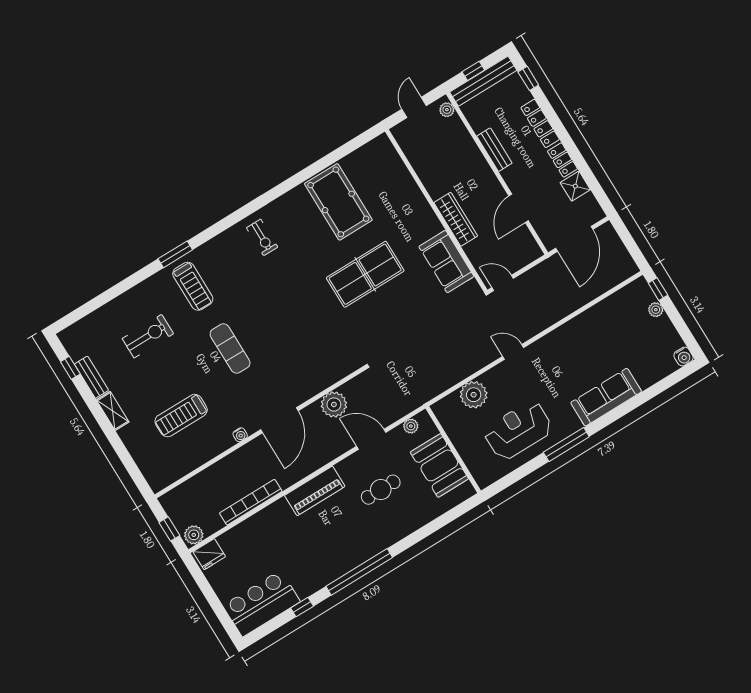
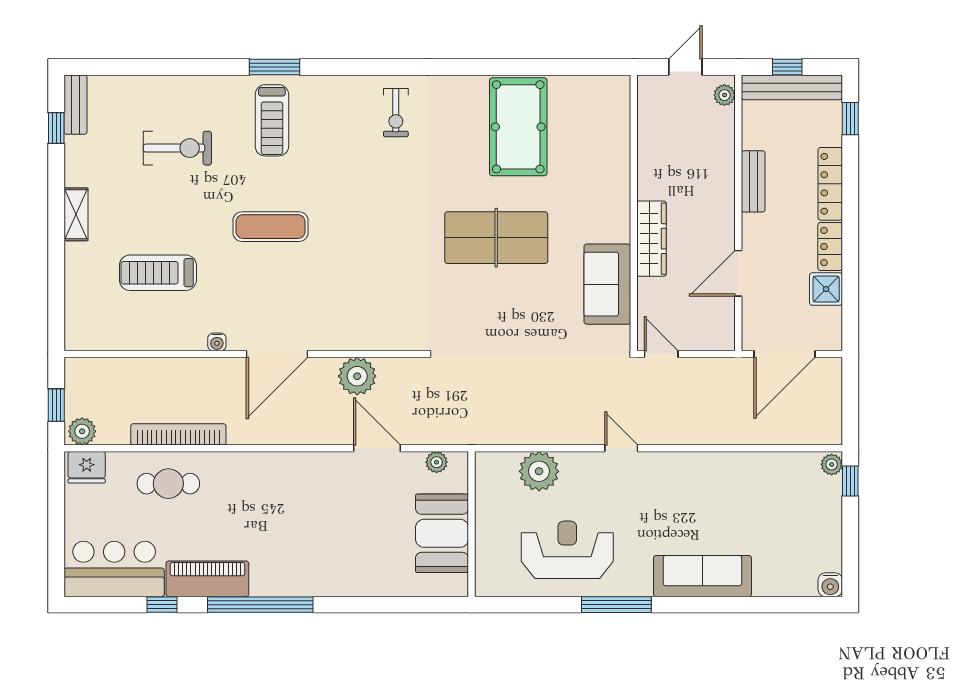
plant: (656, 310) -> (832, 464), moved
exercise mat: (230, 348) -> (271, 227), turned 90
bench: (91, 377) -> (75, 105), moved
cafe table: (381, 490) -> (168, 484), moved
piano: (315, 491) -> (207, 579), moved, turned 180

